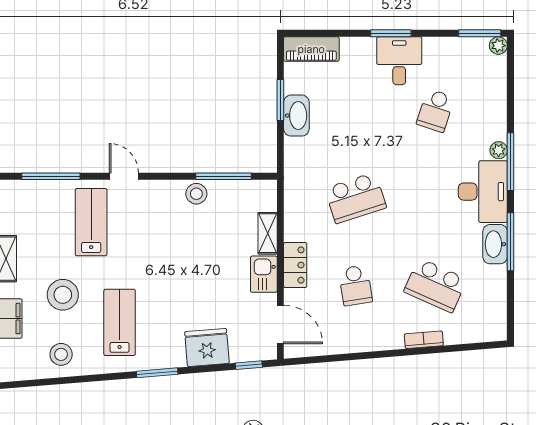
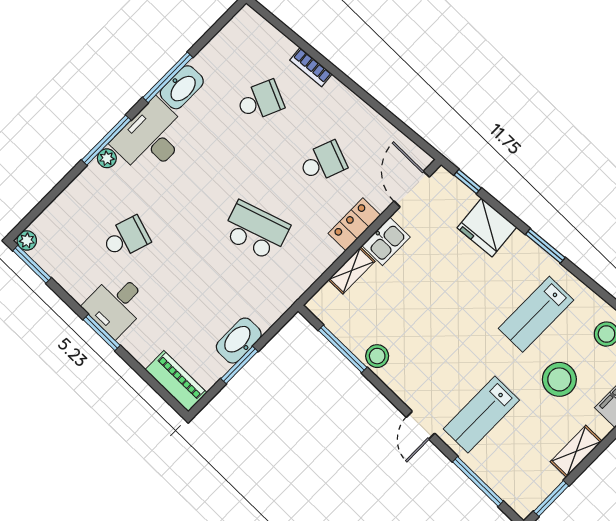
school desk: (355, 285) -> (323, 162), turned 30
school desk: (435, 285) -> (260, 101), width x0.54

